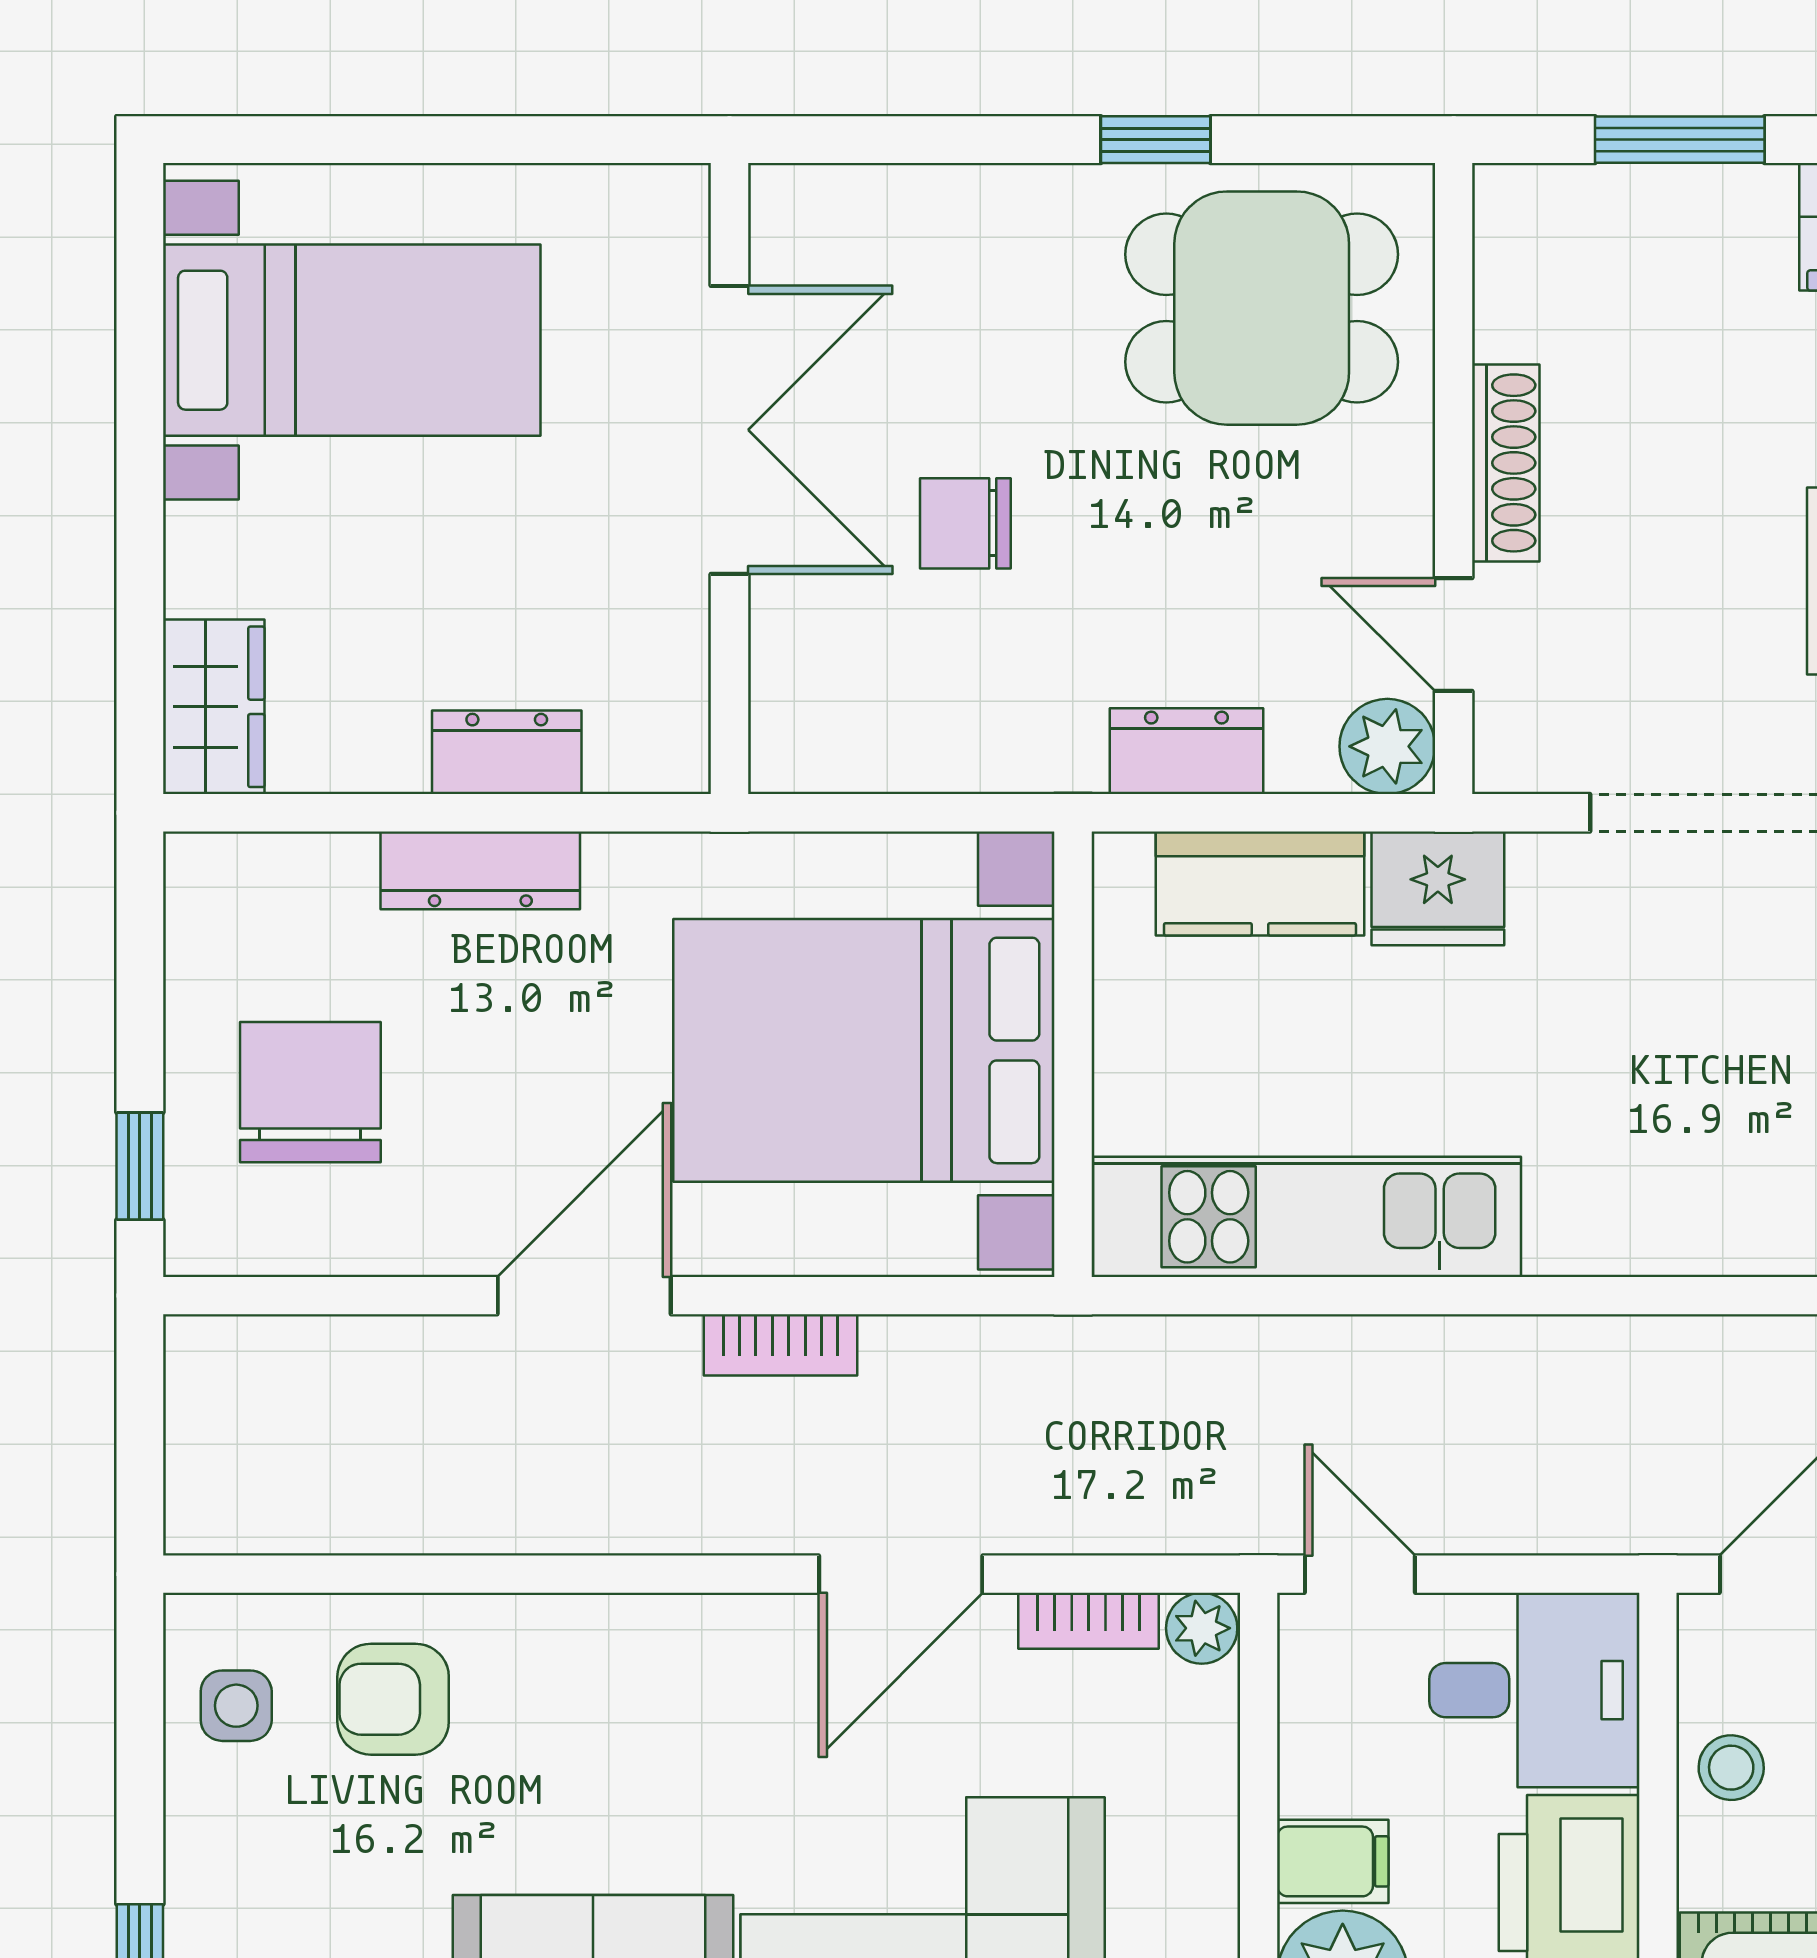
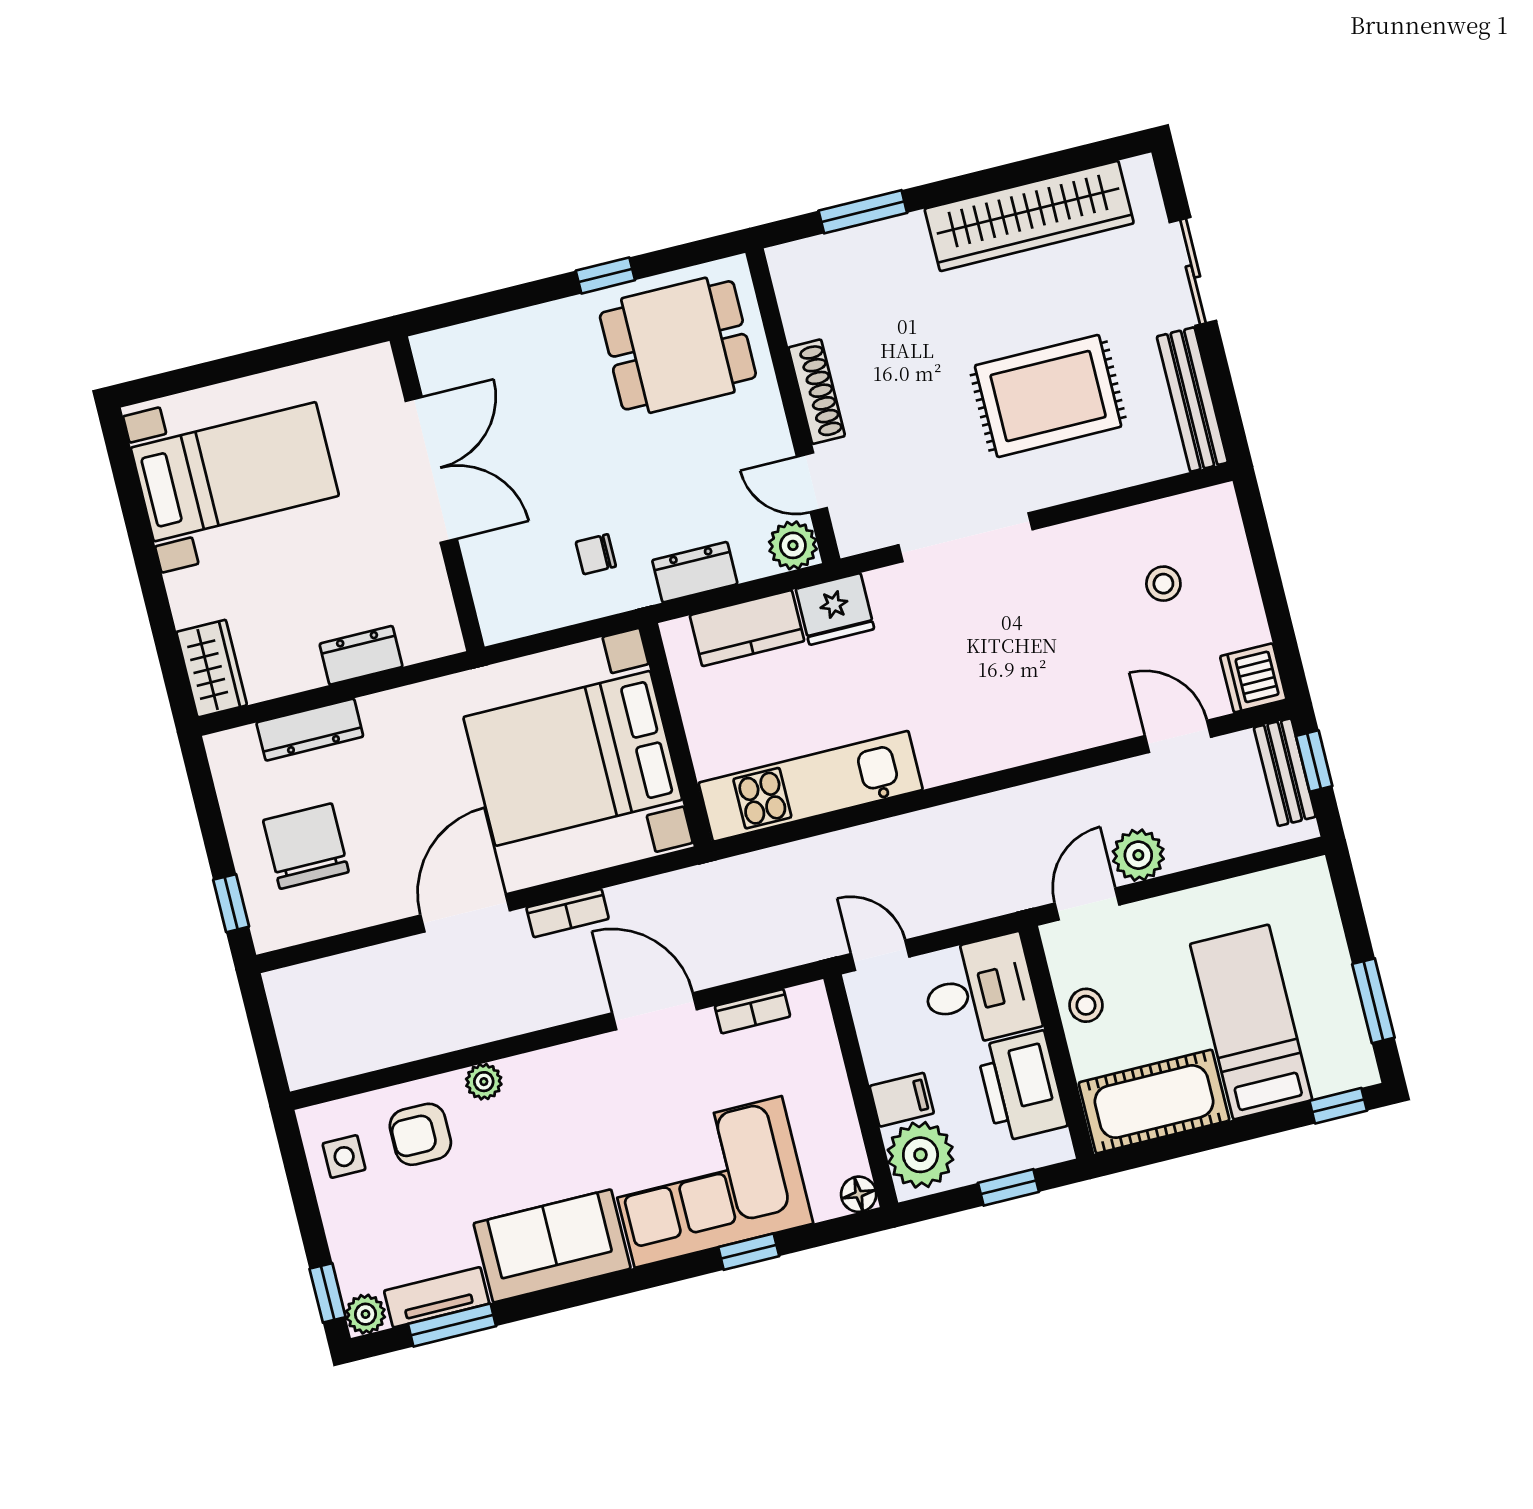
chair: (965, 523) -> (596, 554), moved, width x0.73, depth x0.73
dresser: (480, 870) -> (310, 730), moved
door: (901, 1574) -> (655, 1011), swing flipped
plant: (1202, 1628) -> (484, 1082), moved

